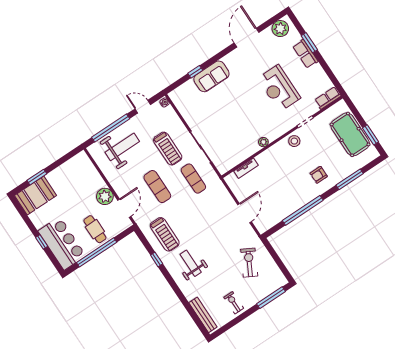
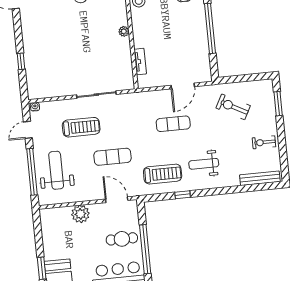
sofa: (211, 76) -> (34, 48), removed
exercise mat: (193, 179) -> (173, 124), moved
plant: (105, 196) -> (80, 214), moved
door: (245, 213) -> (183, 86), swing flipped
window: (271, 298) -> (278, 104), width x0.69

